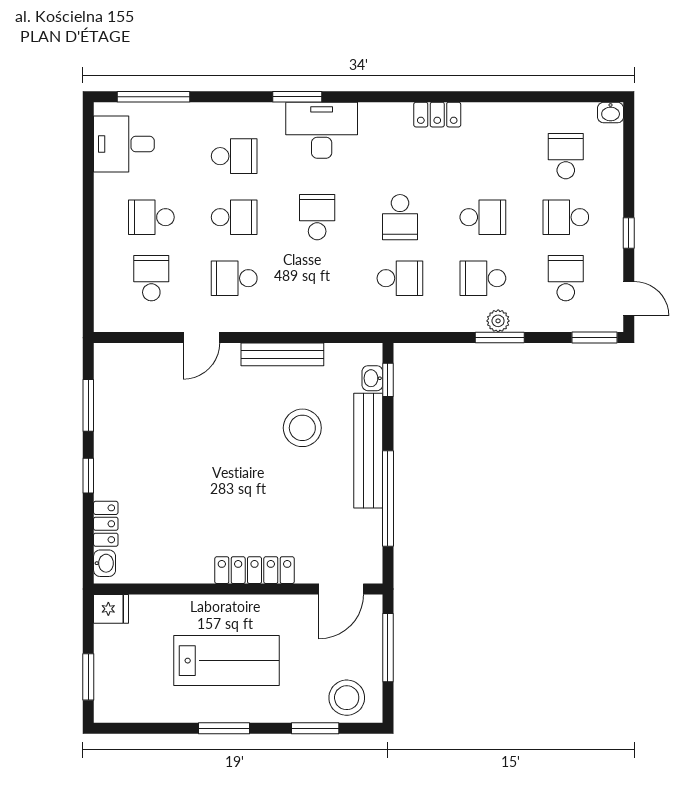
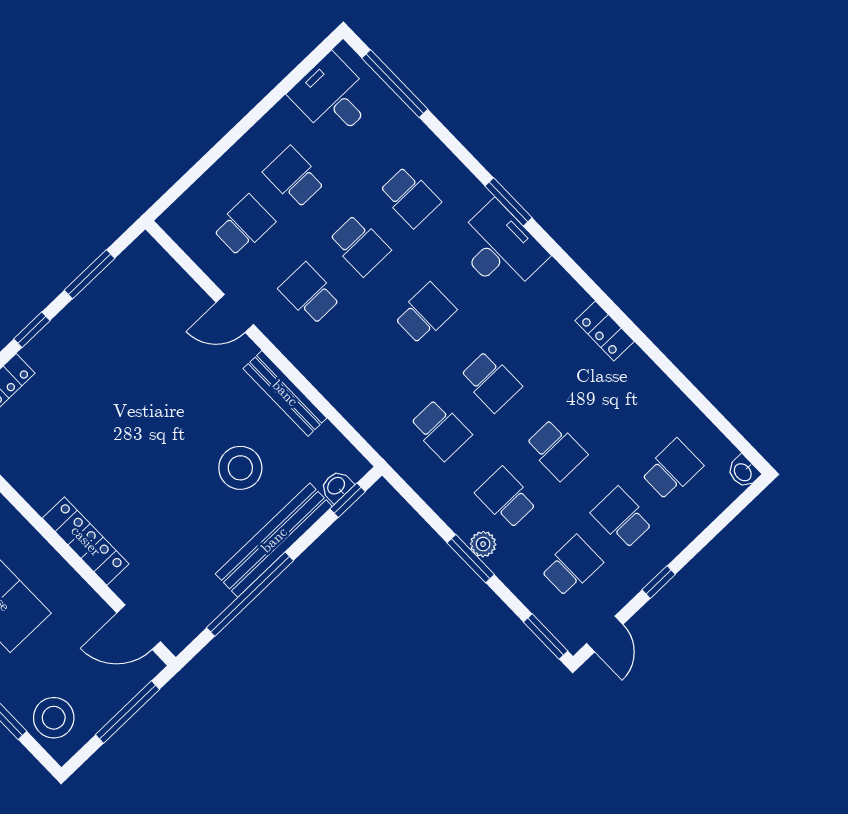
school desk: (400, 217) -> (491, 381), turned -90

